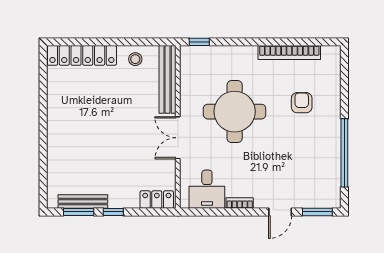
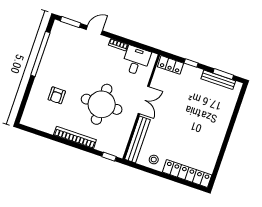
bookcase: (289, 52) -> (75, 137), moved
window: (113, 212) -> (191, 63), moved

